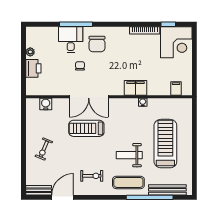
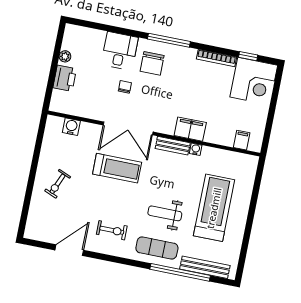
window: (76, 24) -> (169, 40), moved
treadmill: (86, 128) -> (117, 168), turned 180
bench: (39, 190) -> (173, 146), moved

